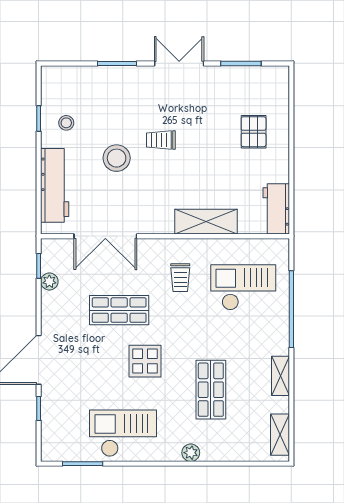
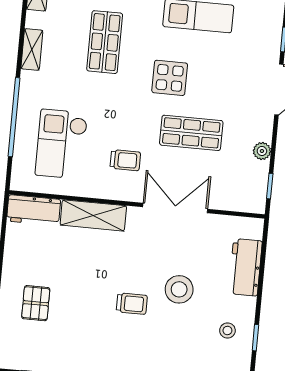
workbench: (55, 185) -> (245, 267), width x0.73
workbench: (276, 209) -> (34, 210), moved, turned 90
double door: (105, 236) -> (175, 208), moved
trolley: (180, 278) -> (125, 160), turned 90
plant: (49, 281) -> (262, 151), moved
checkout: (243, 287) -> (61, 144), turned 90

